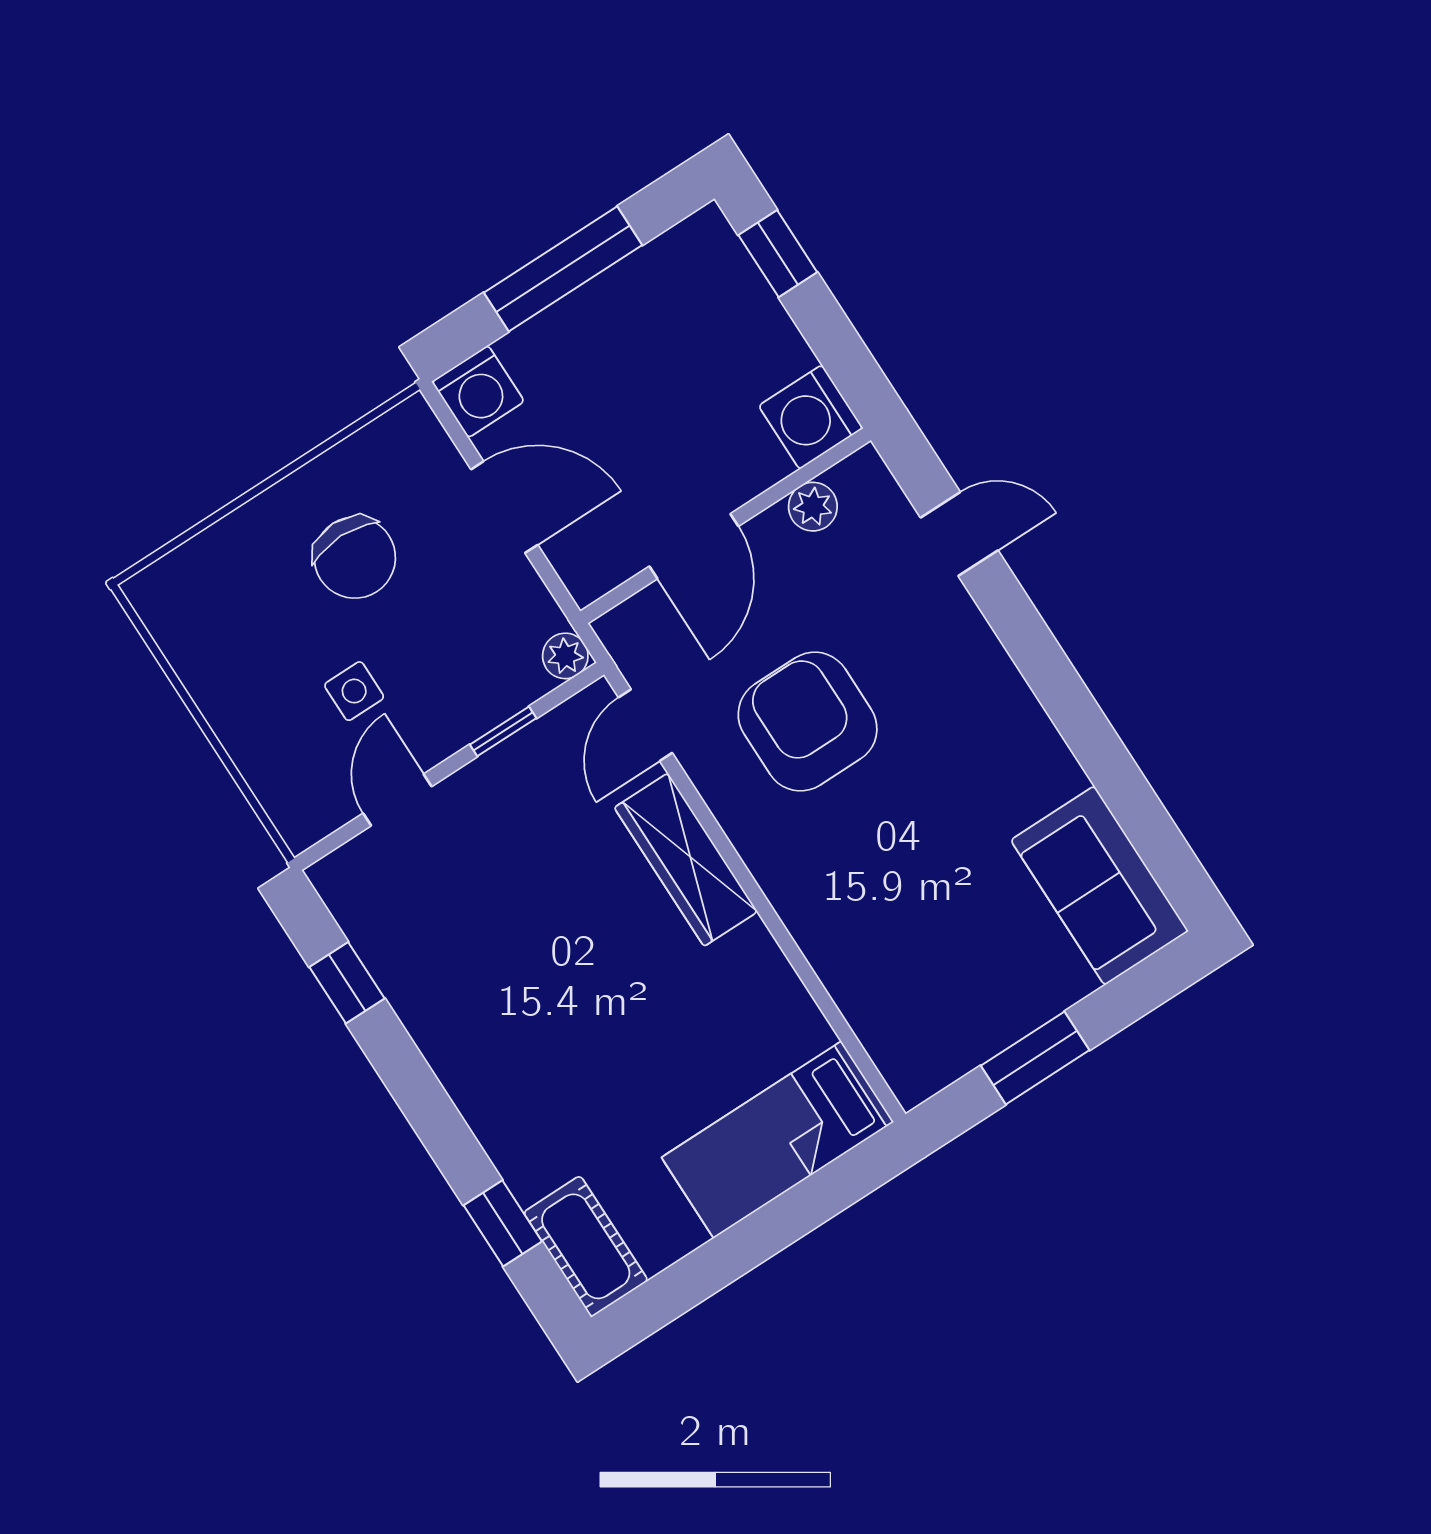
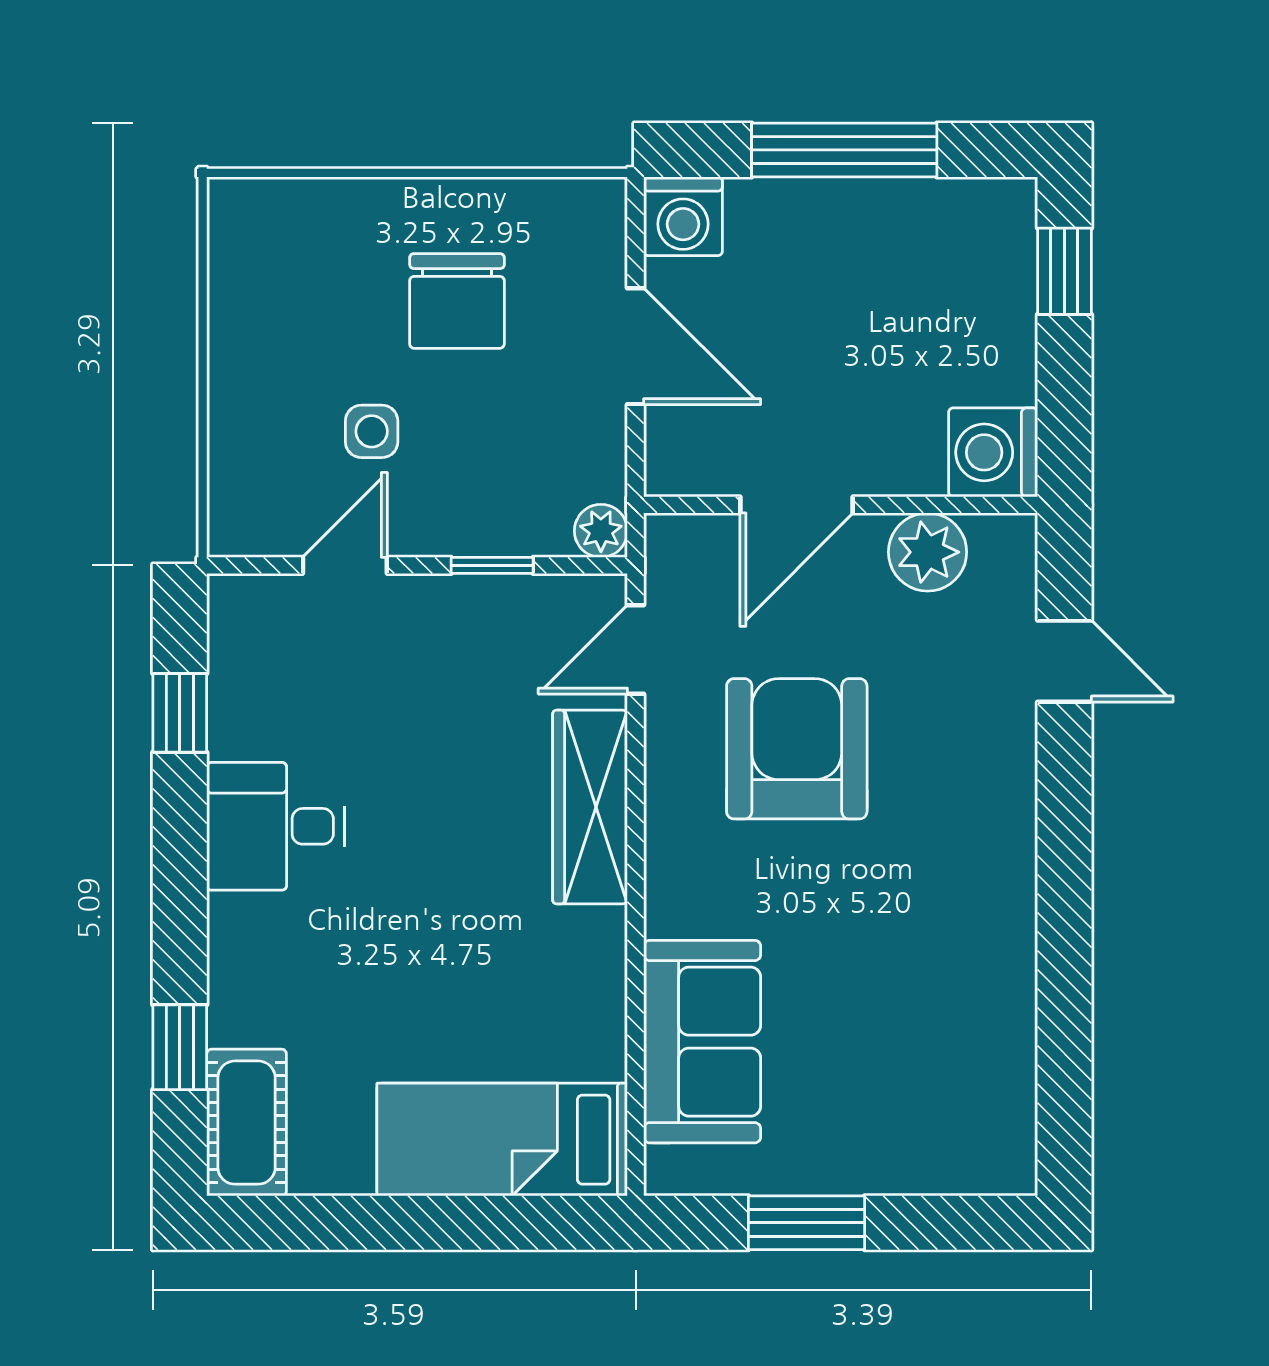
plant: (813, 507) -> (928, 552), width x1.38, depth x1.38
sofa: (1099, 886) -> (702, 1042), moved, turned 180
desk: (469, 1020) -> (276, 826), added

